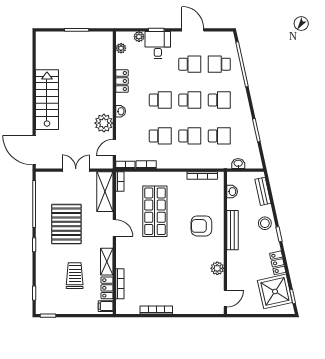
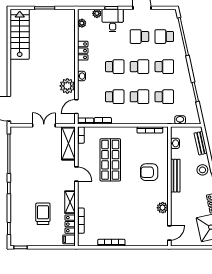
school desk: (190, 64) -> (139, 37), turned 180
stairs: (47, 100) -> (20, 34), moved
pallet: (66, 224) -> (36, 171), removed

